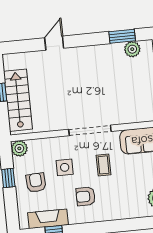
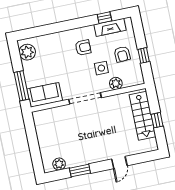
window: (122, 36) -> (80, 171), moved
plant: (19, 148) -> (116, 83), moved
coffee table: (103, 165) -> (72, 73), removed

